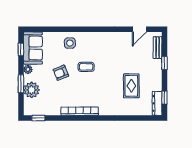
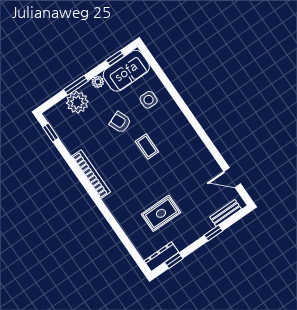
side table: (70, 43) -> (149, 100), moved

